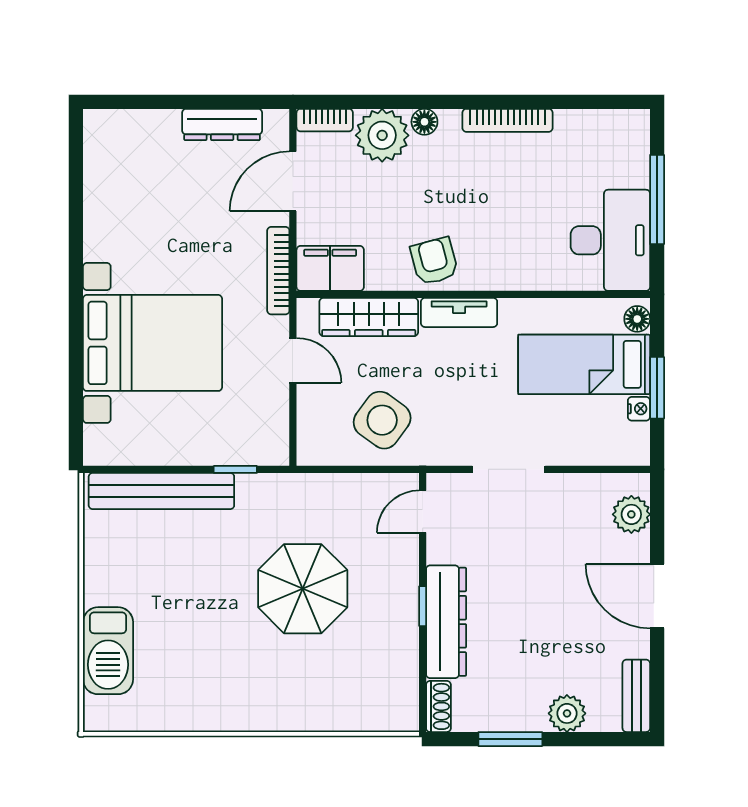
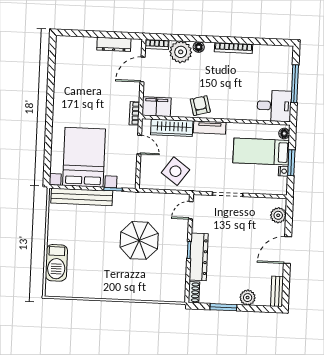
desk: (610, 240) -> (274, 106), width x0.73
bookcase: (278, 271) -> (134, 113), width x0.64
bed with nightstands: (152, 343) -> (84, 157), moved, turned -90
door: (657, 596) -> (288, 250), hinge flipped

